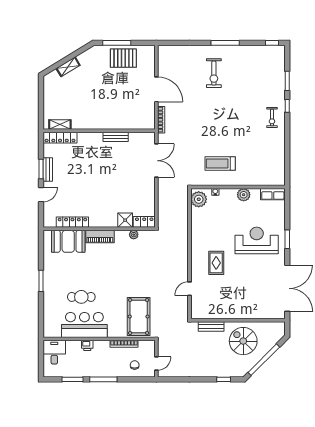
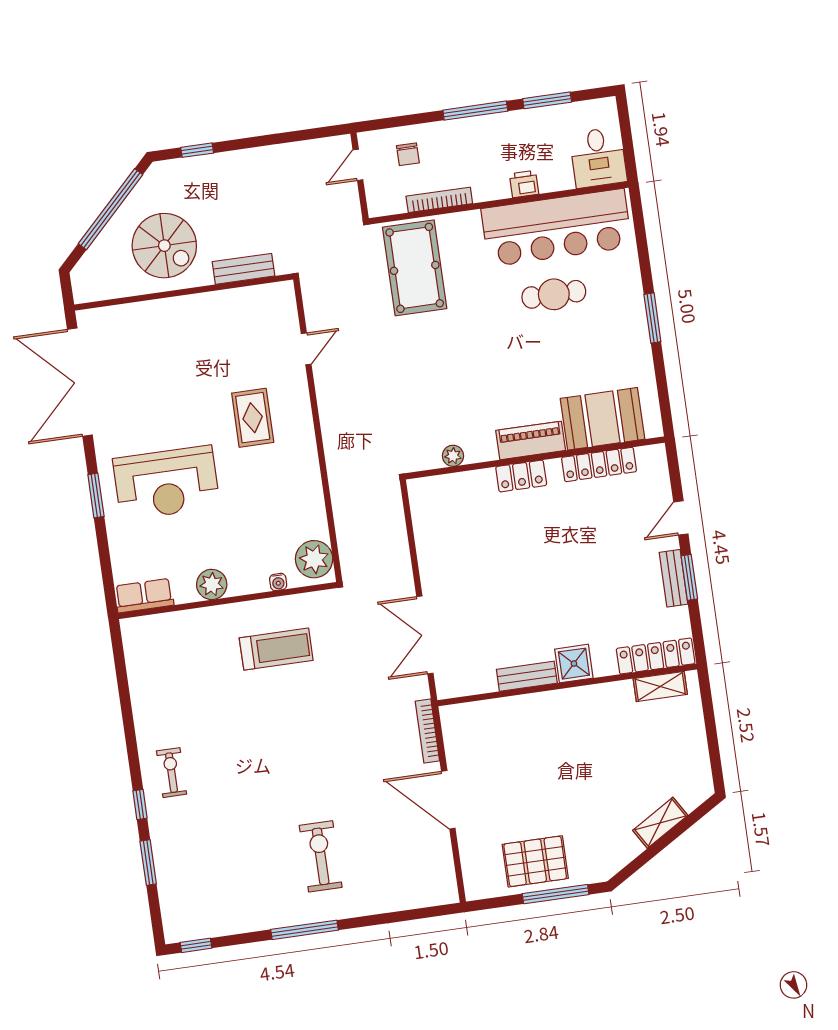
shower: (125, 220) -> (574, 664), moved
locker: (144, 222) -> (521, 476), moved
bar counter: (84, 325) -> (556, 228), width x1.36

